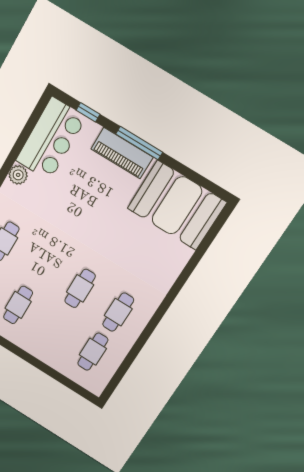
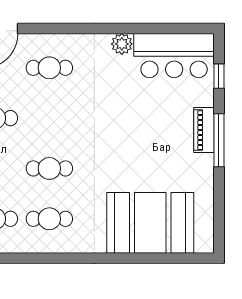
piano: (122, 153) -> (204, 130), width x0.73, depth x0.75
booth: (177, 205) -> (150, 223), moved, turned 90

